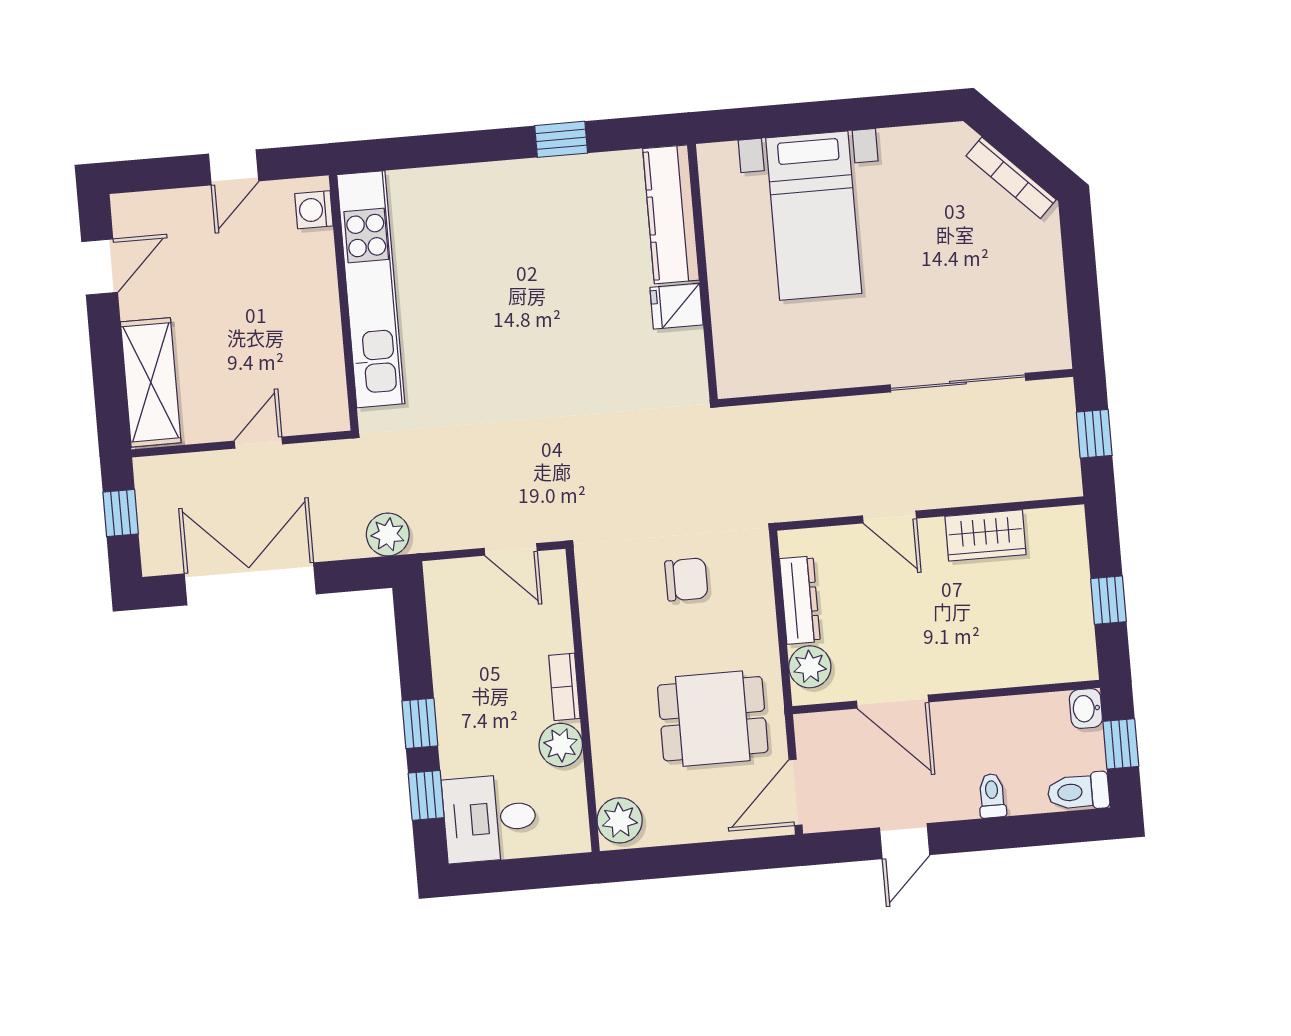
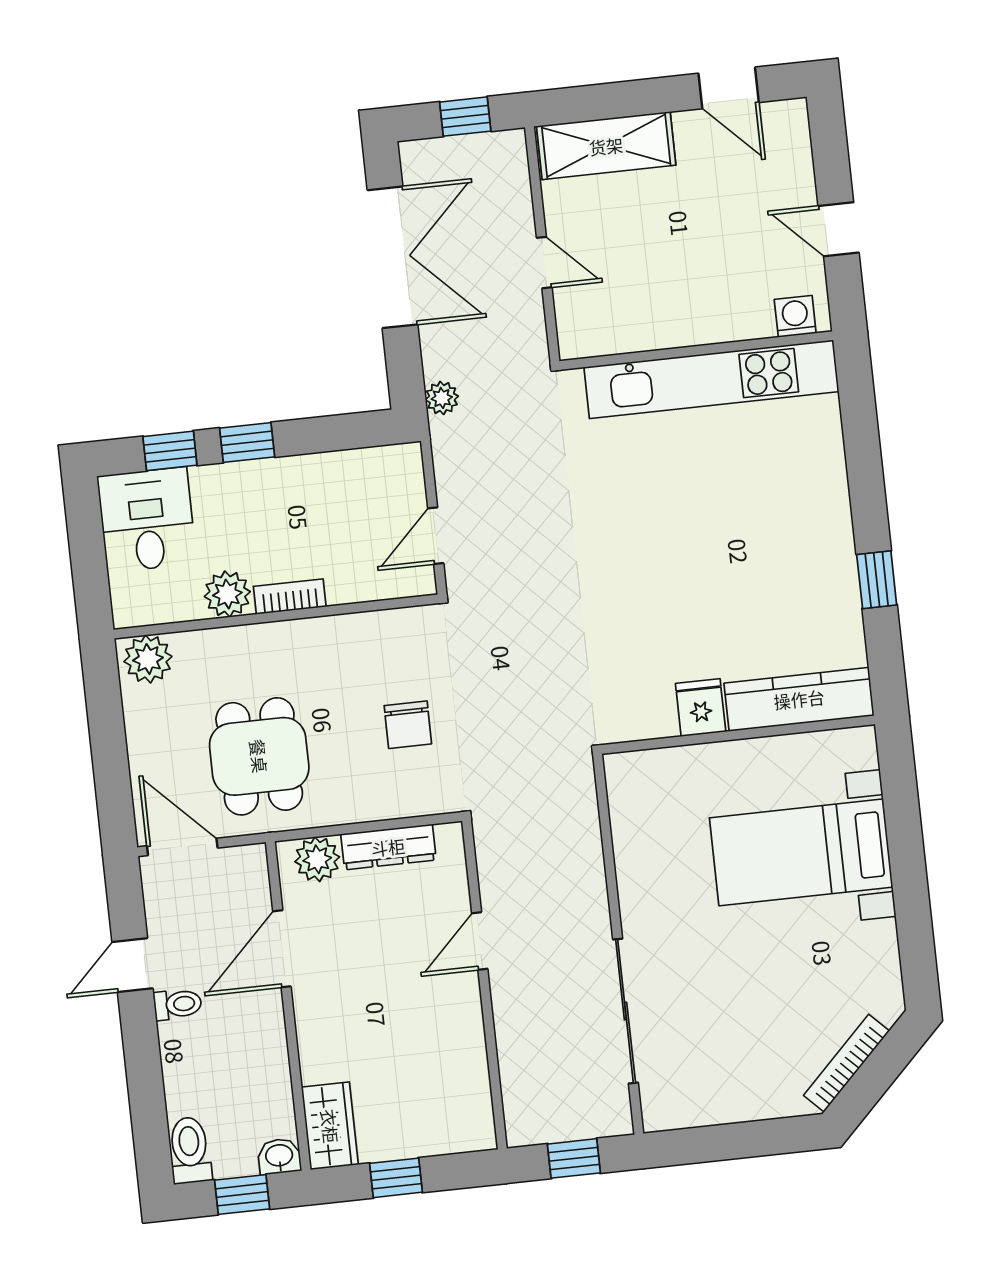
plant: (388, 534) -> (442, 398), width x0.73, depth x0.73
wardrobe: (985, 535) -> (330, 1126), moved, turned 180
toilet: (992, 796) -> (178, 1004), moved
door: (905, 841) -> (133, 965), hinge flipped

